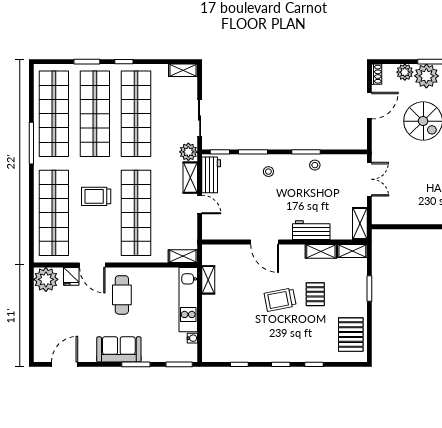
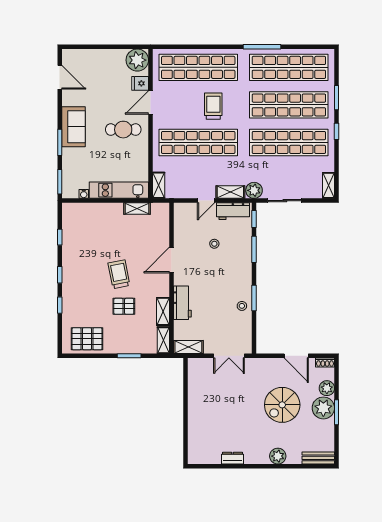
stool: (268, 172) -> (214, 244), moved

